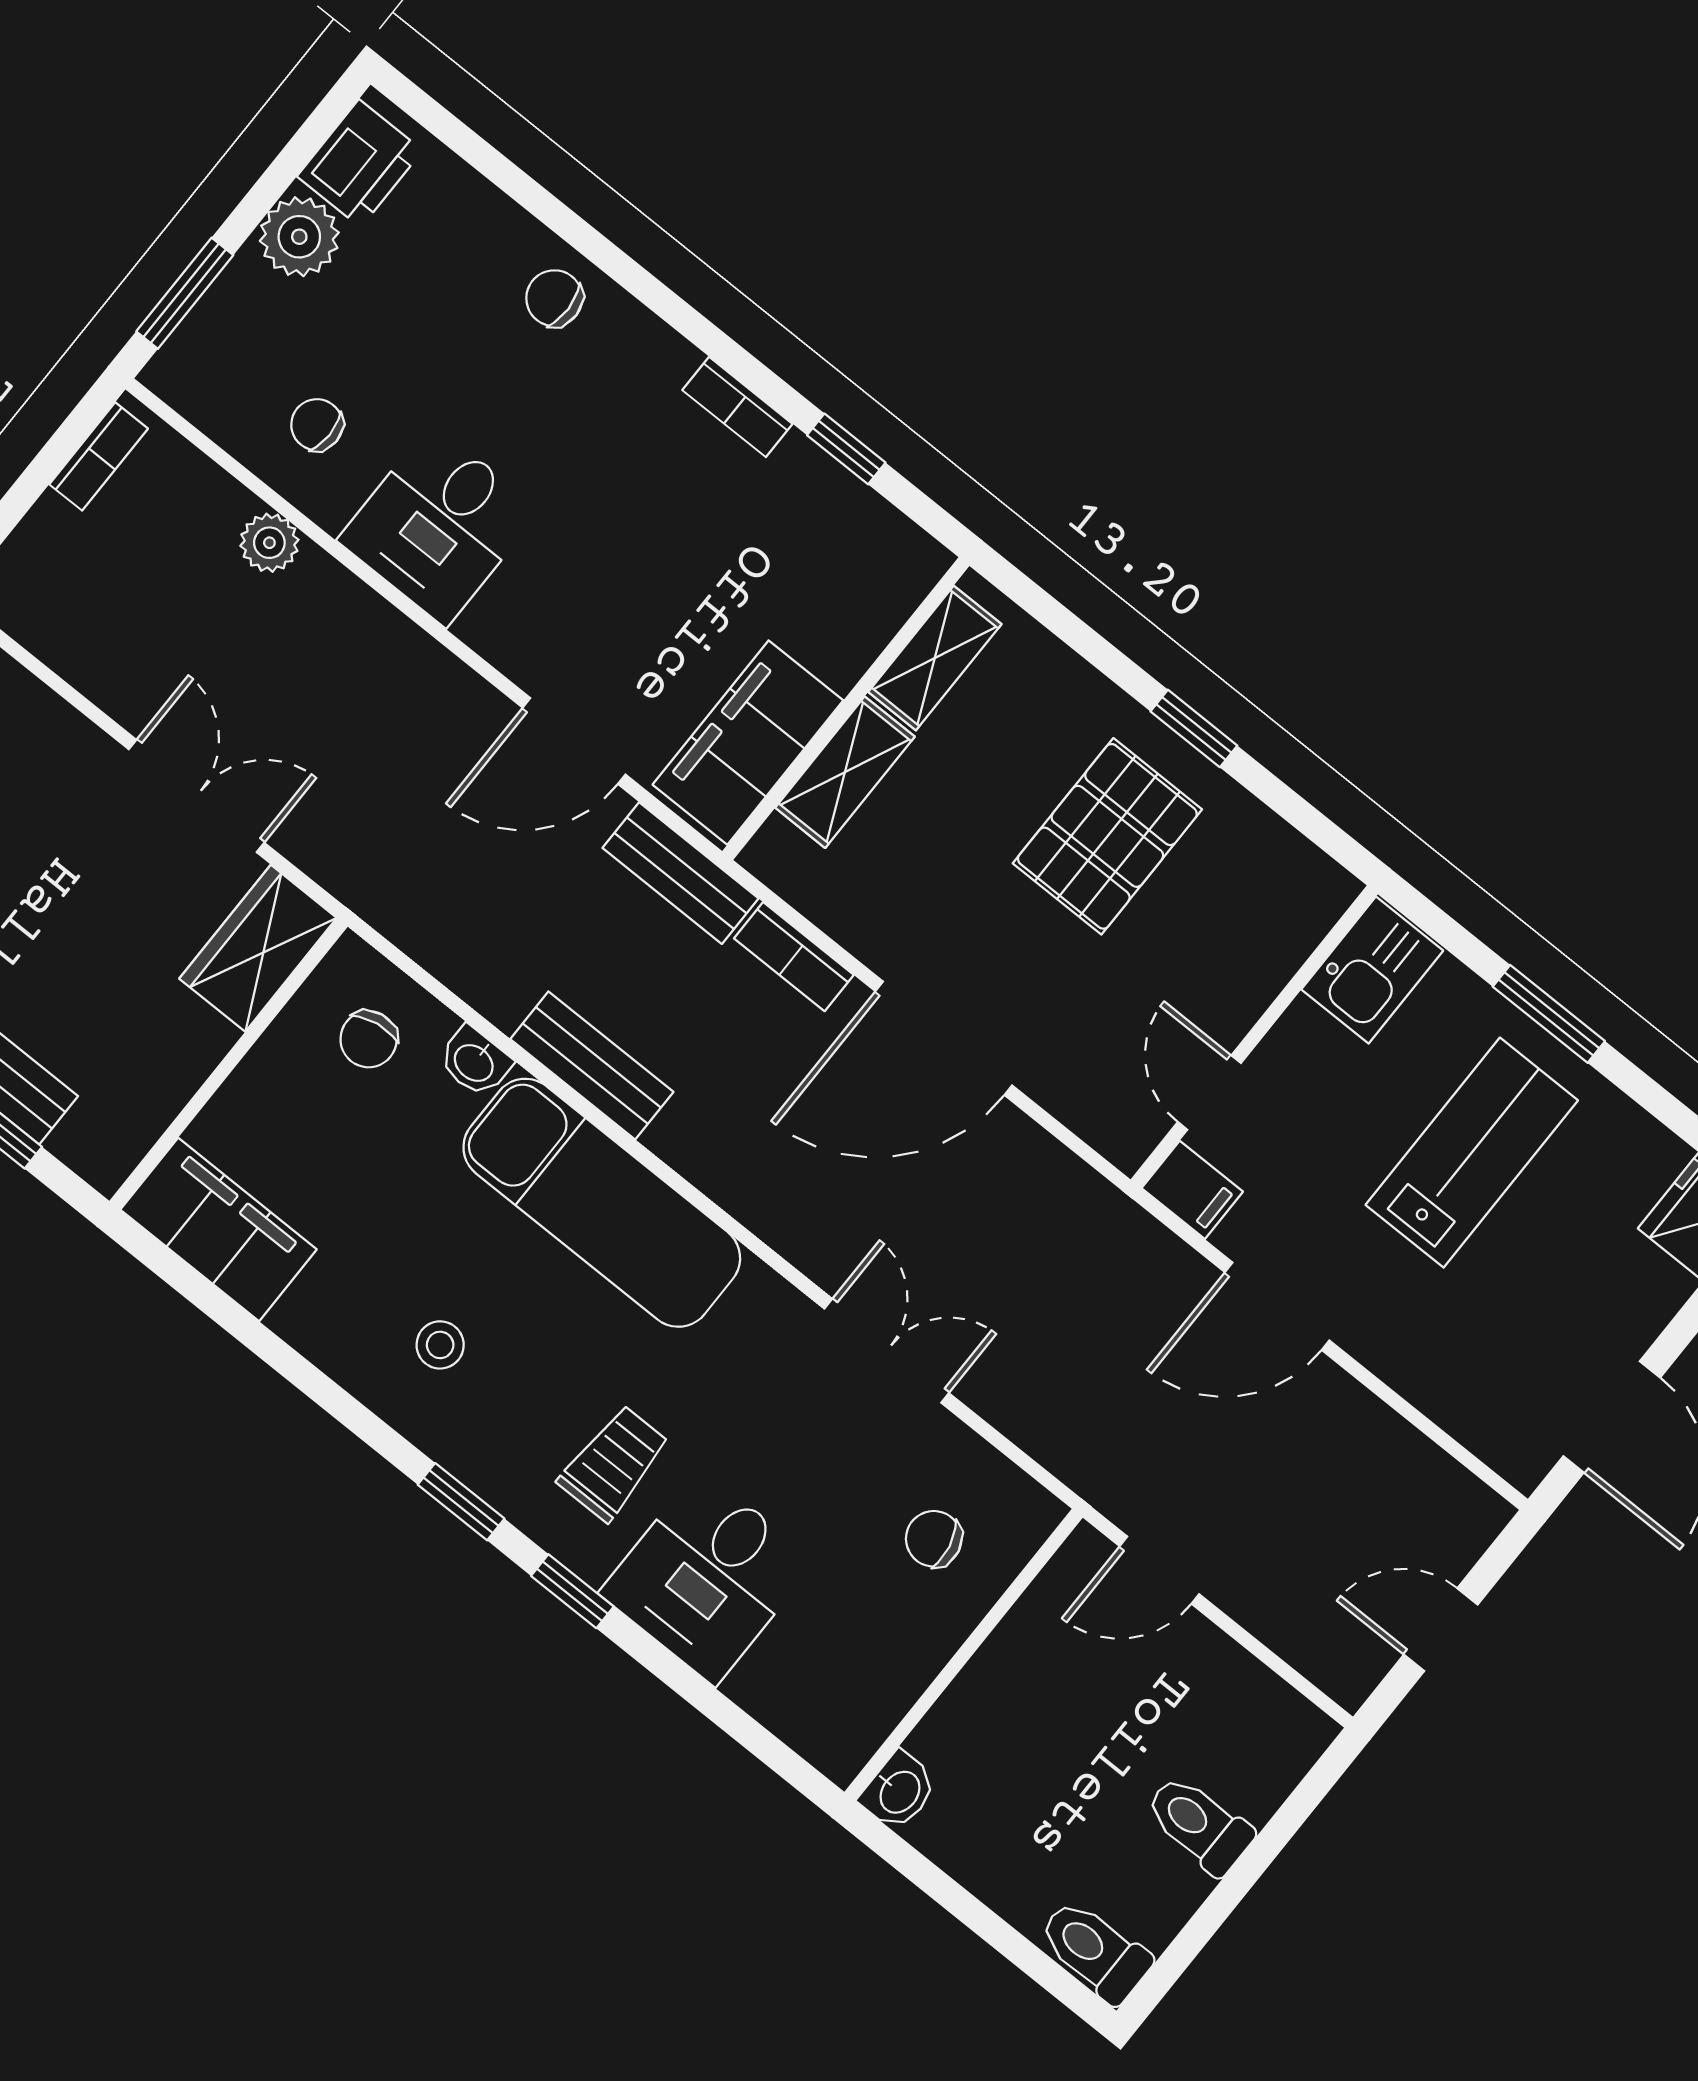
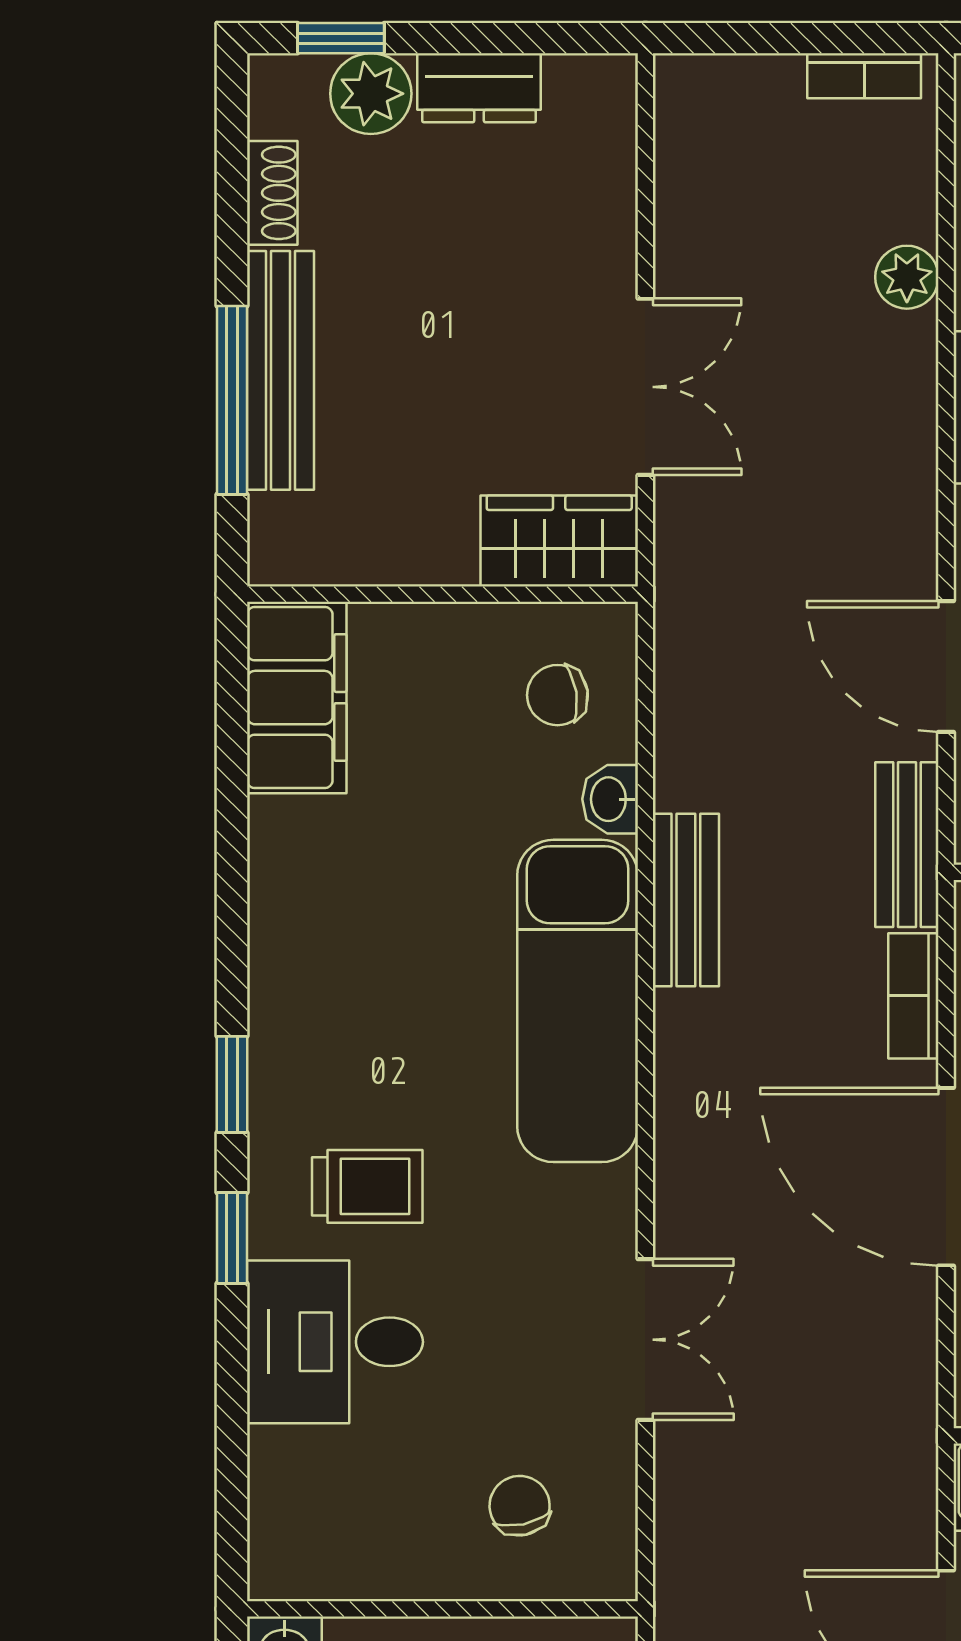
stool: (440, 1345) -> (349, 961), removed

